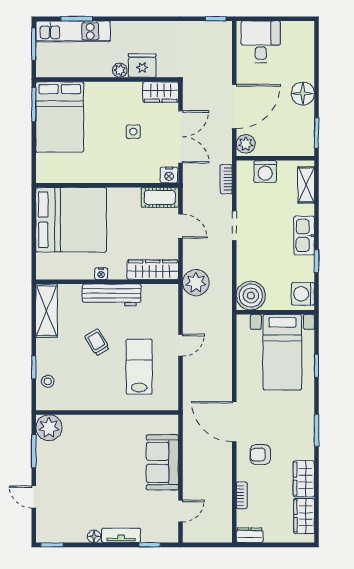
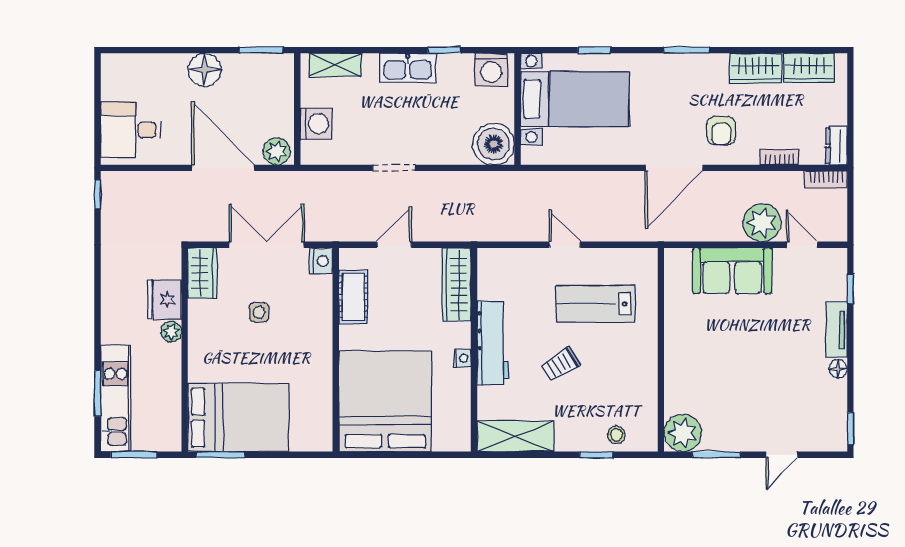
bookcase: (226, 179) -> (826, 179), moved
cot: (160, 197) -> (353, 297), moved
plant: (196, 283) -> (762, 223), moved

